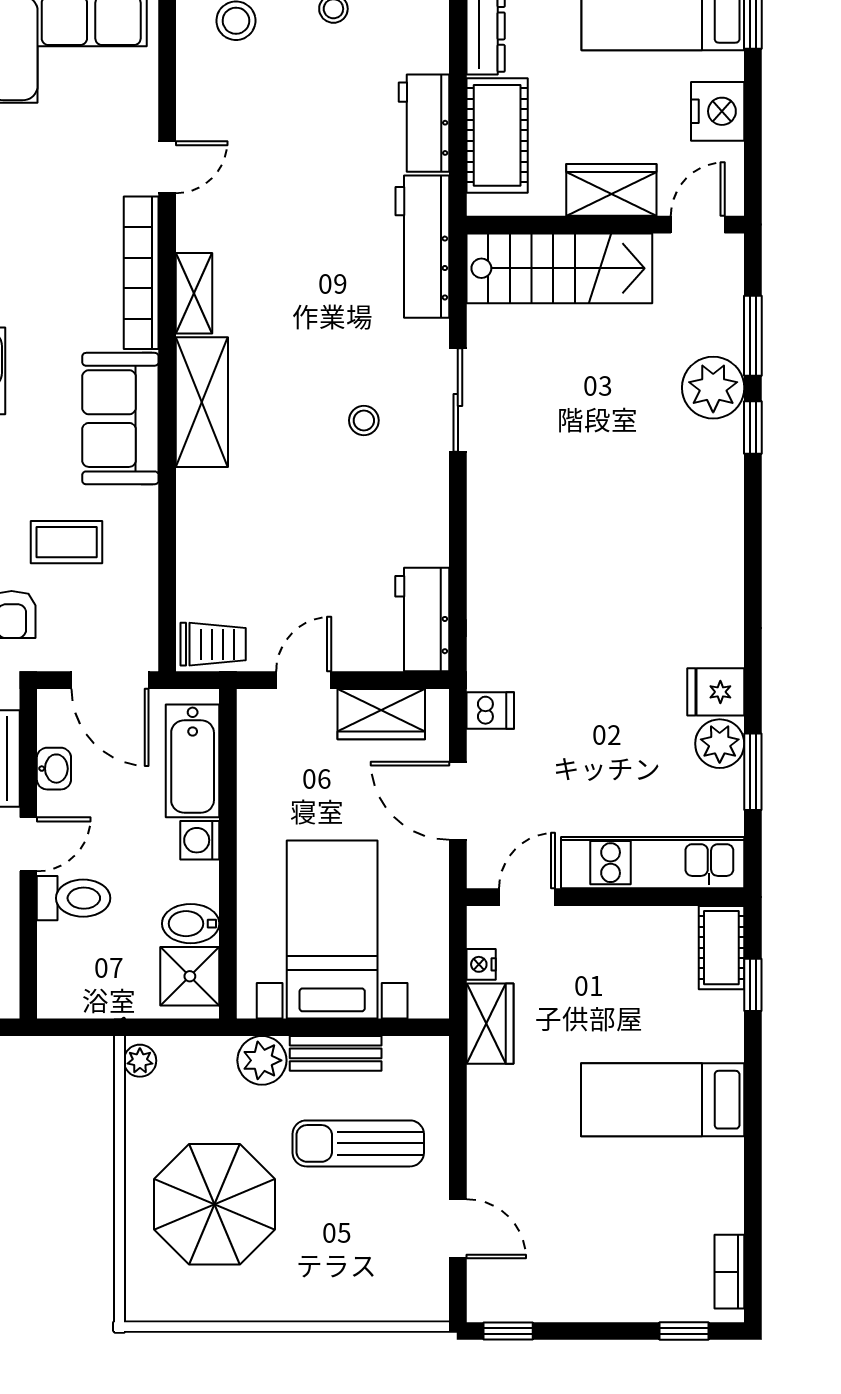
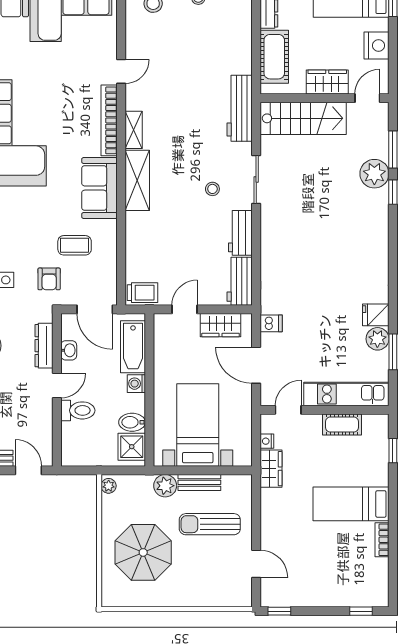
workbench: (424, 123) -> (240, 233), moved
cot: (721, 948) -> (342, 425), moved, turned 90
bookcase: (729, 1272) -> (382, 540), moved

